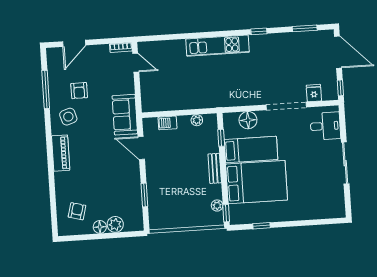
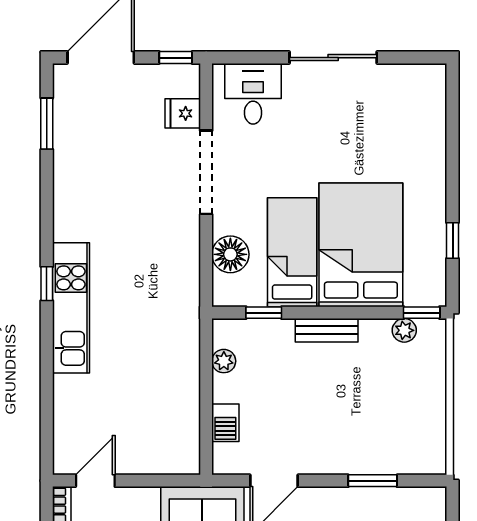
window: (259, 31) -> (47, 284), moved

